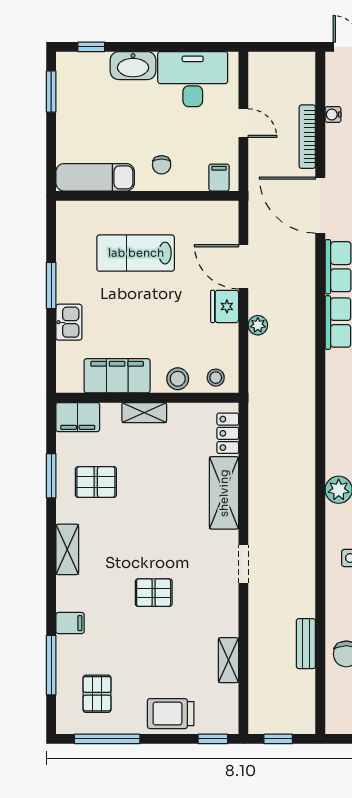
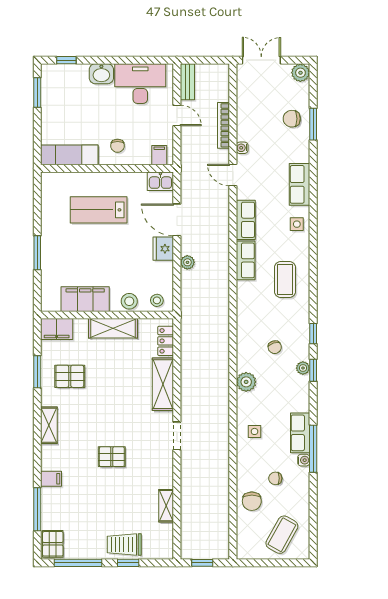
washbasin: (133, 66) -> (101, 74), width x0.72
water cooler: (333, 114) -> (242, 148), moved
door: (320, 205) -> (233, 175), width x0.53
window: (51, 285) -> (37, 253), moved
kitchen sink: (69, 322) -> (160, 181), moved, turned 90
shelving: (144, 413) -> (113, 328), width x1.50, depth x1.33
bench: (306, 644) -> (187, 82), moved
pallet: (97, 694) -> (53, 544), moved
window: (213, 739) -> (128, 563), moved

